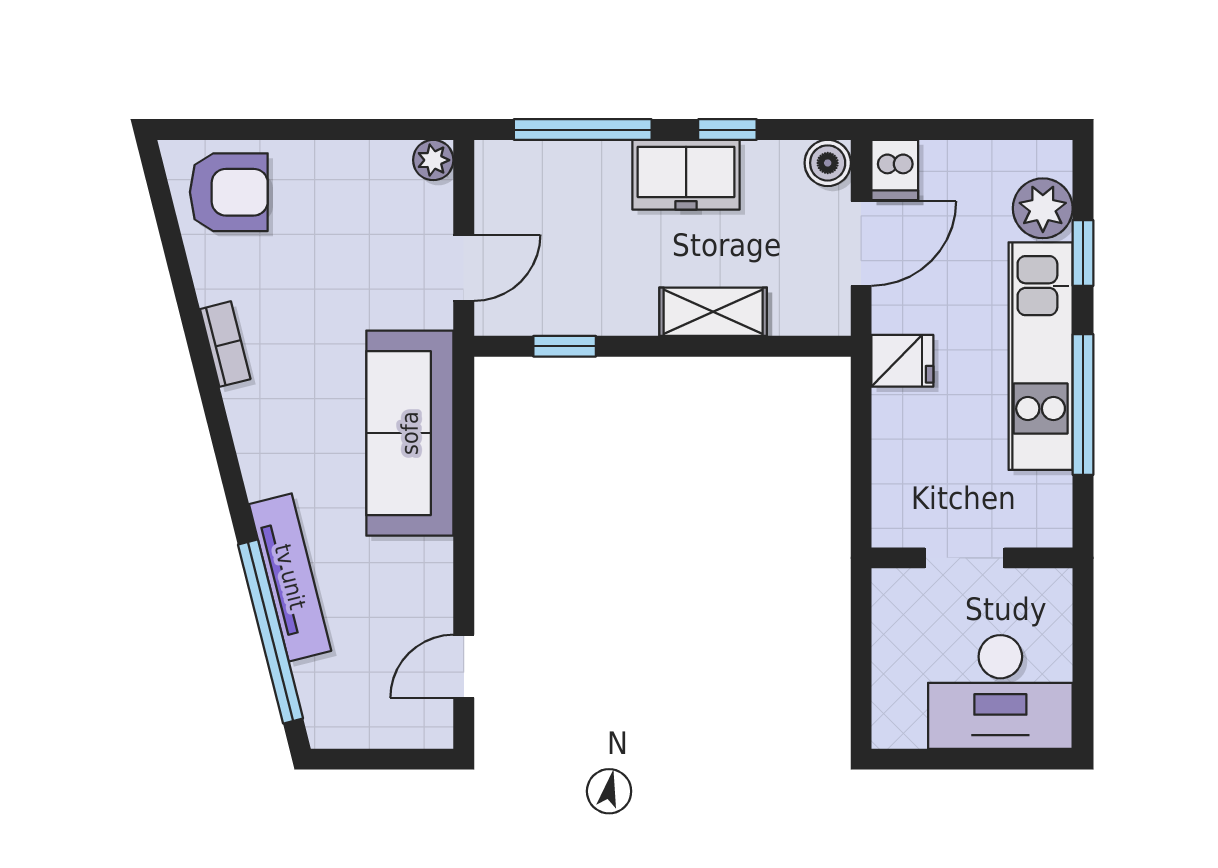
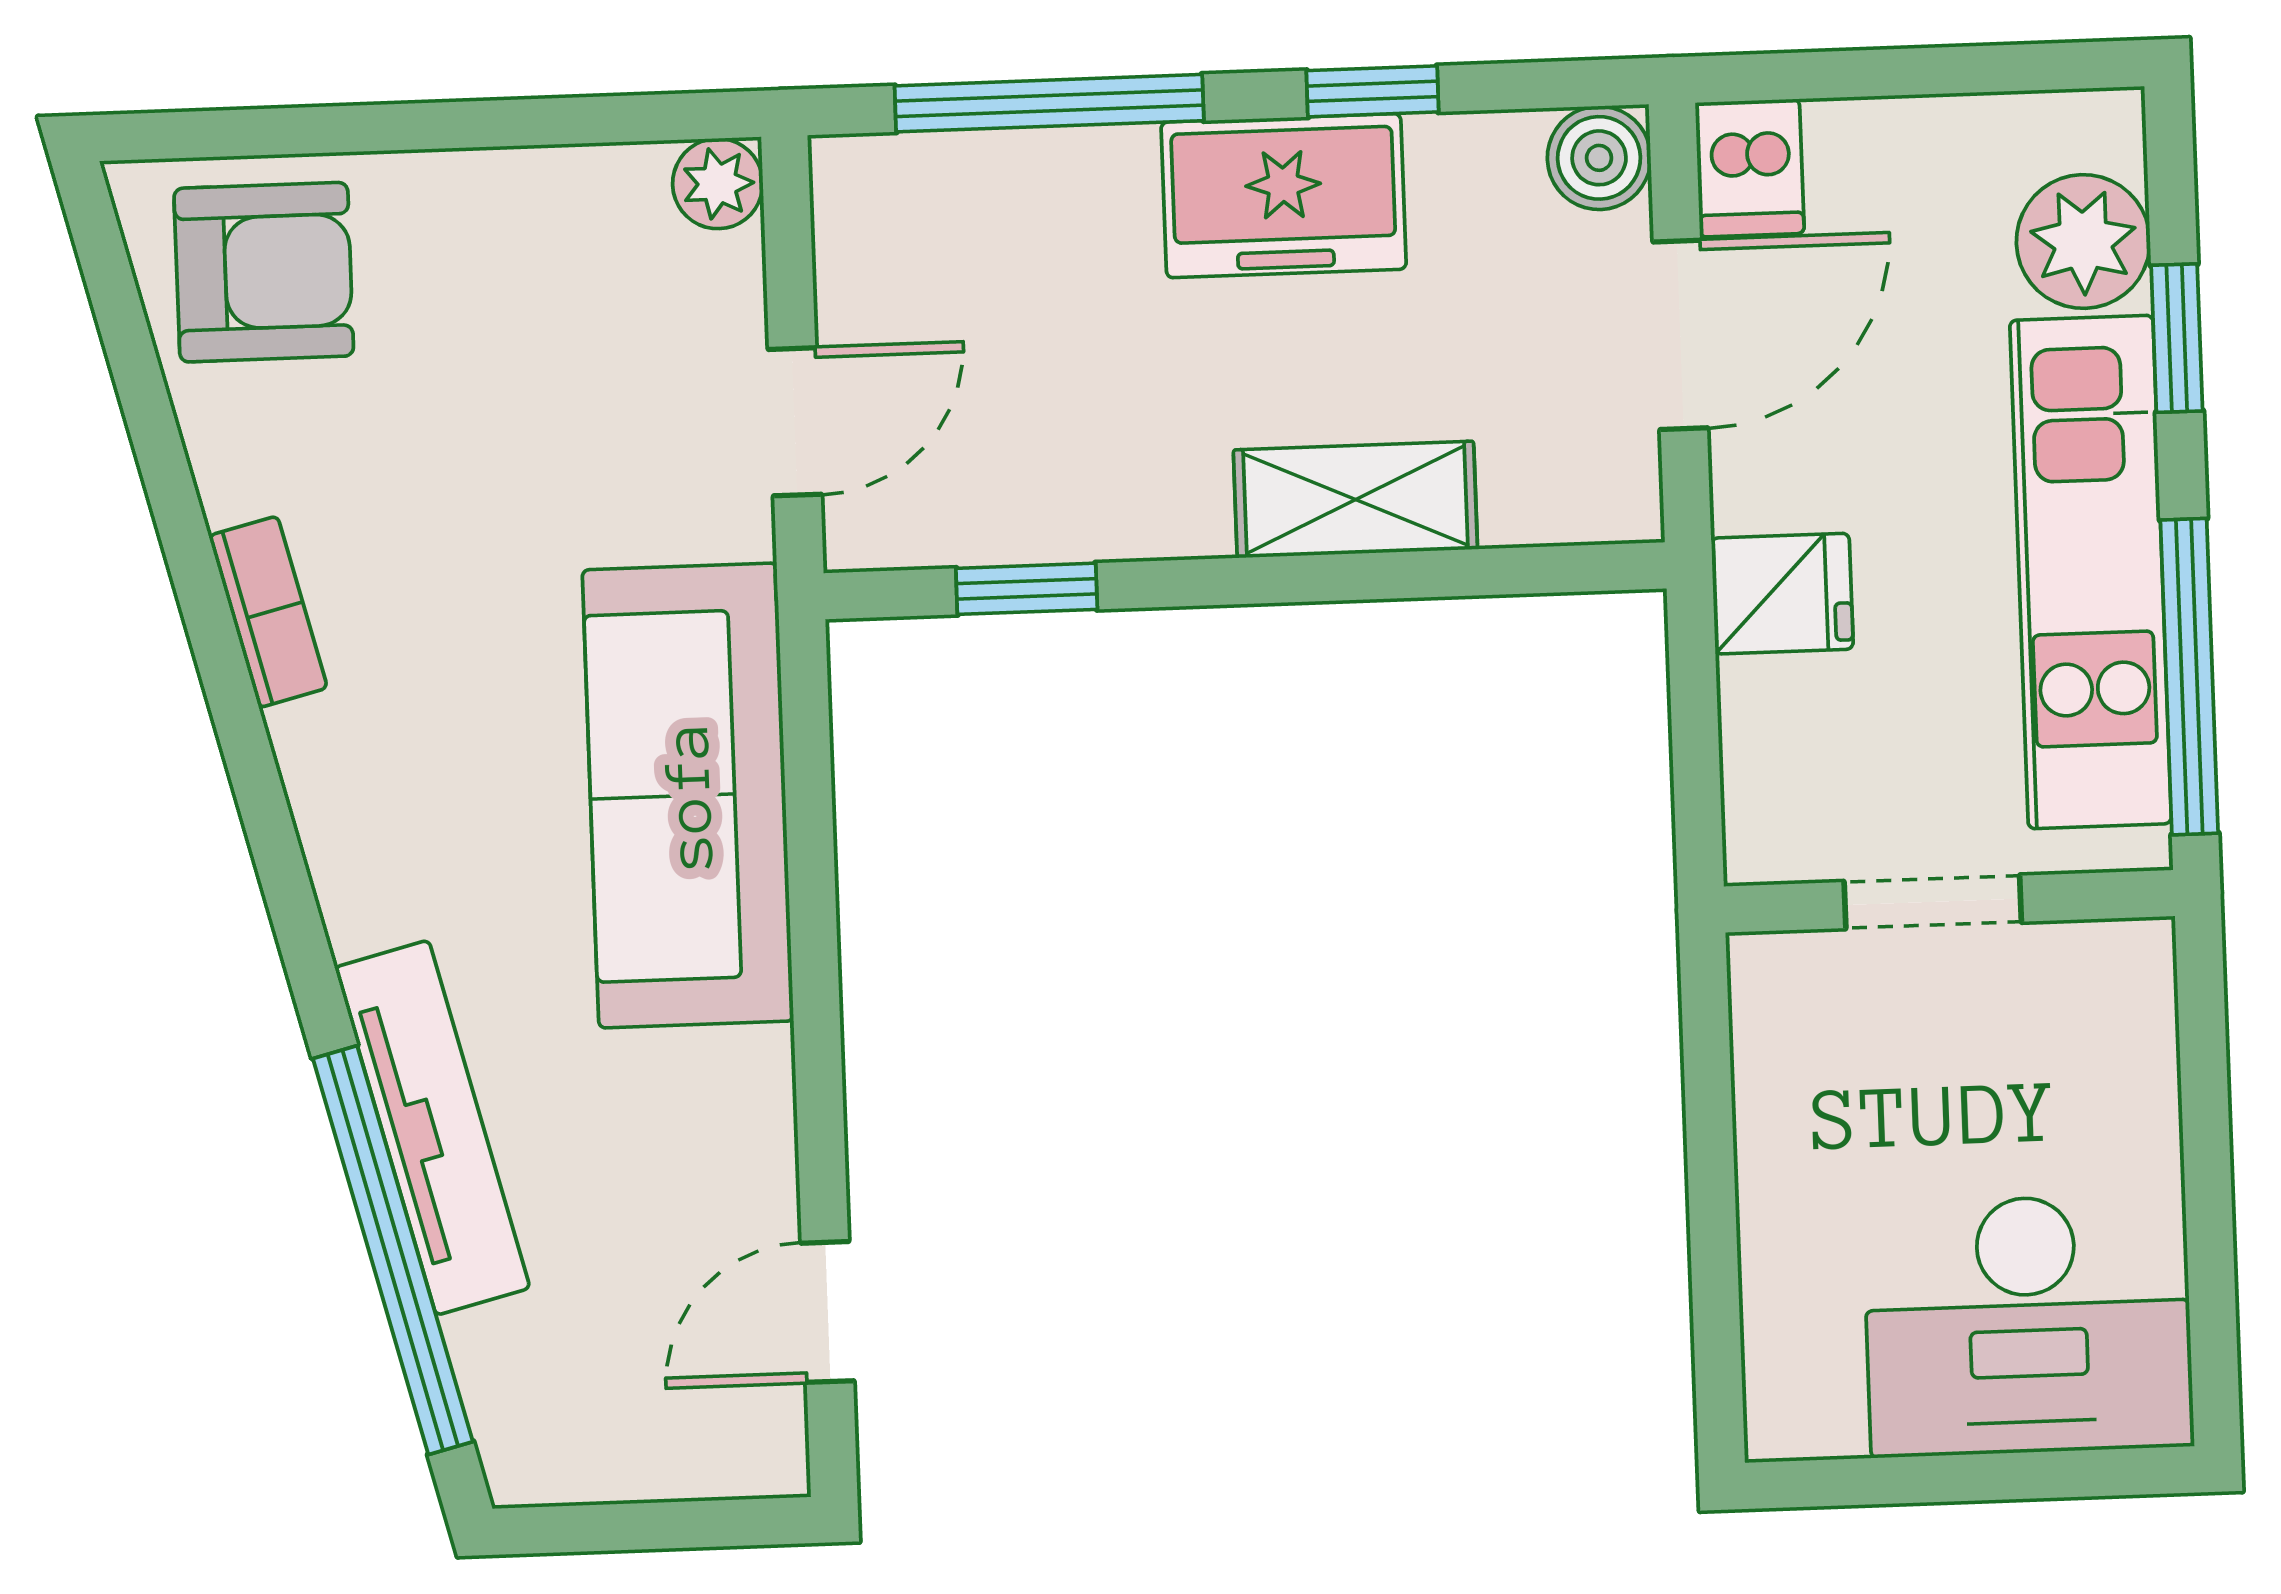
doorway: (965, 558) -> (1933, 902), moved
wall: (972, 558) -> (1949, 901), moved

